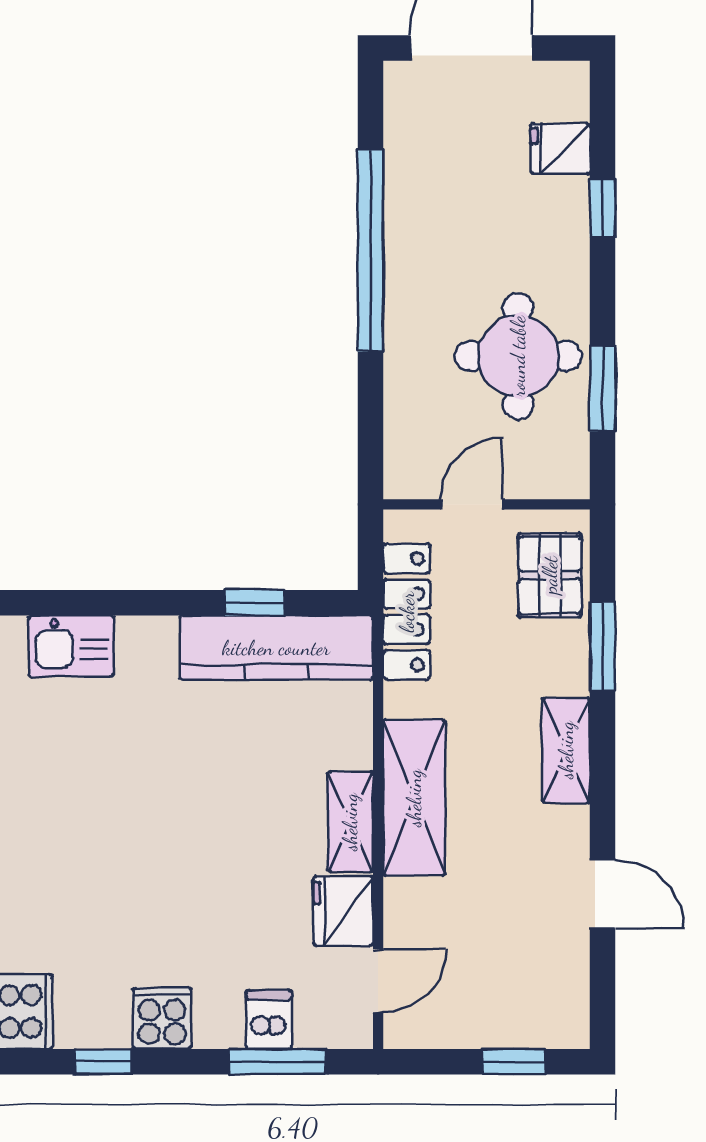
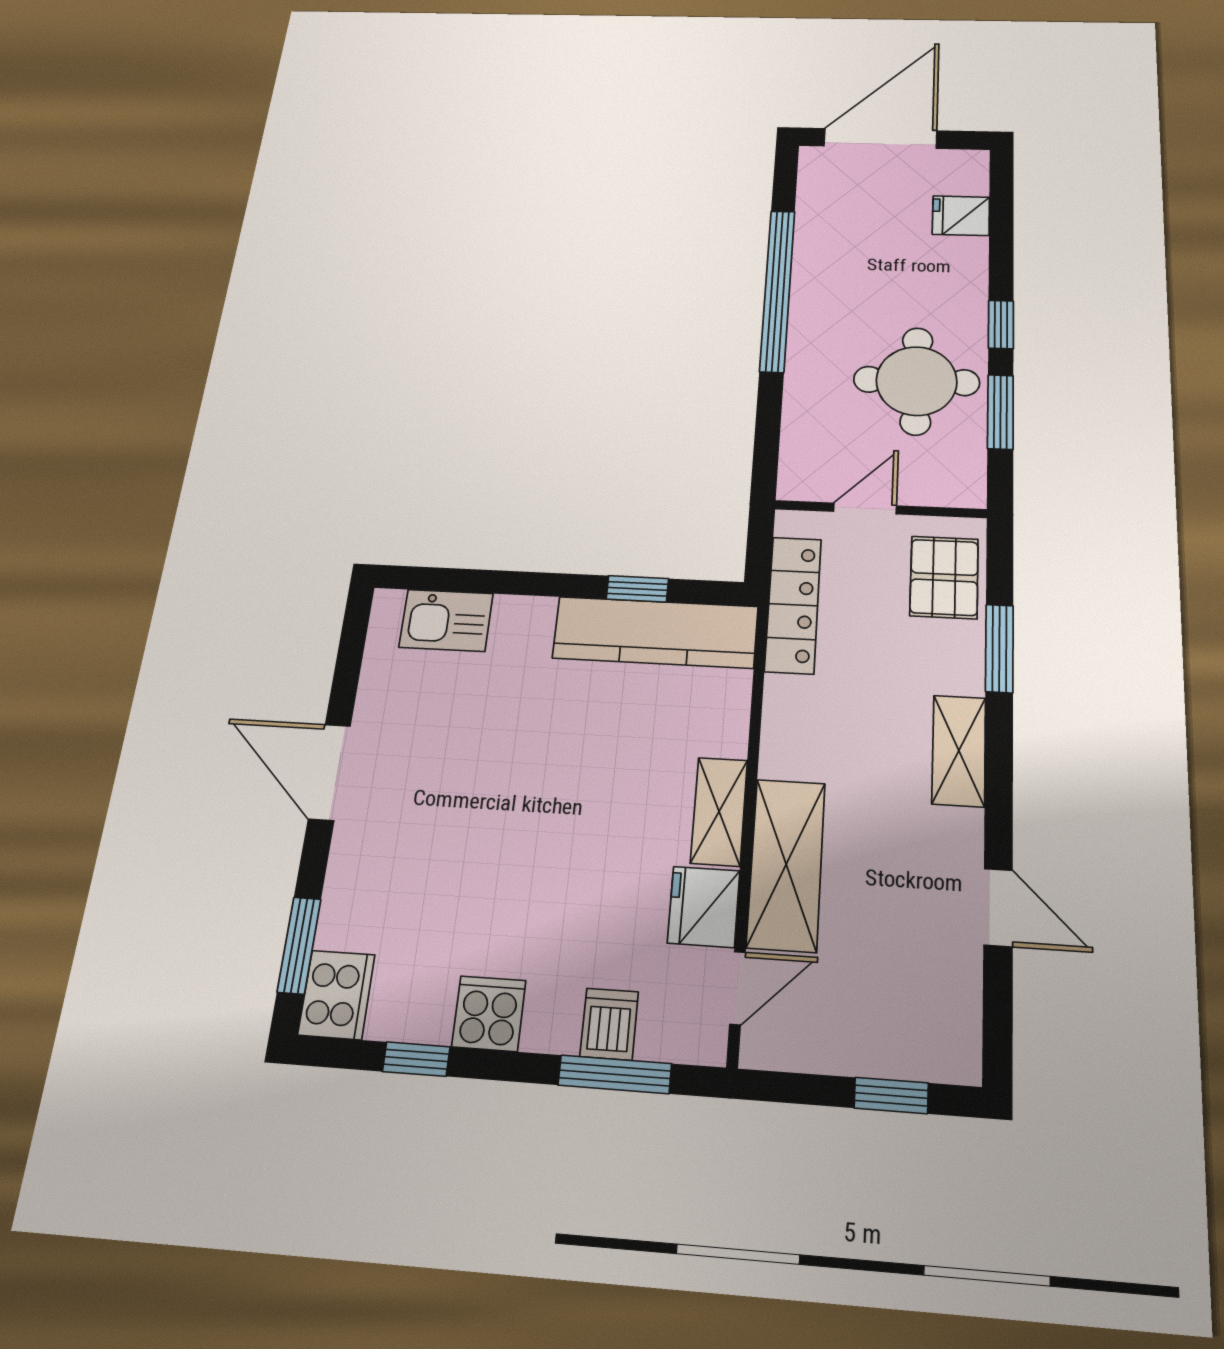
window: (603, 208) -> (1001, 325), moved
shelving: (414, 798) -> (786, 864), moved

